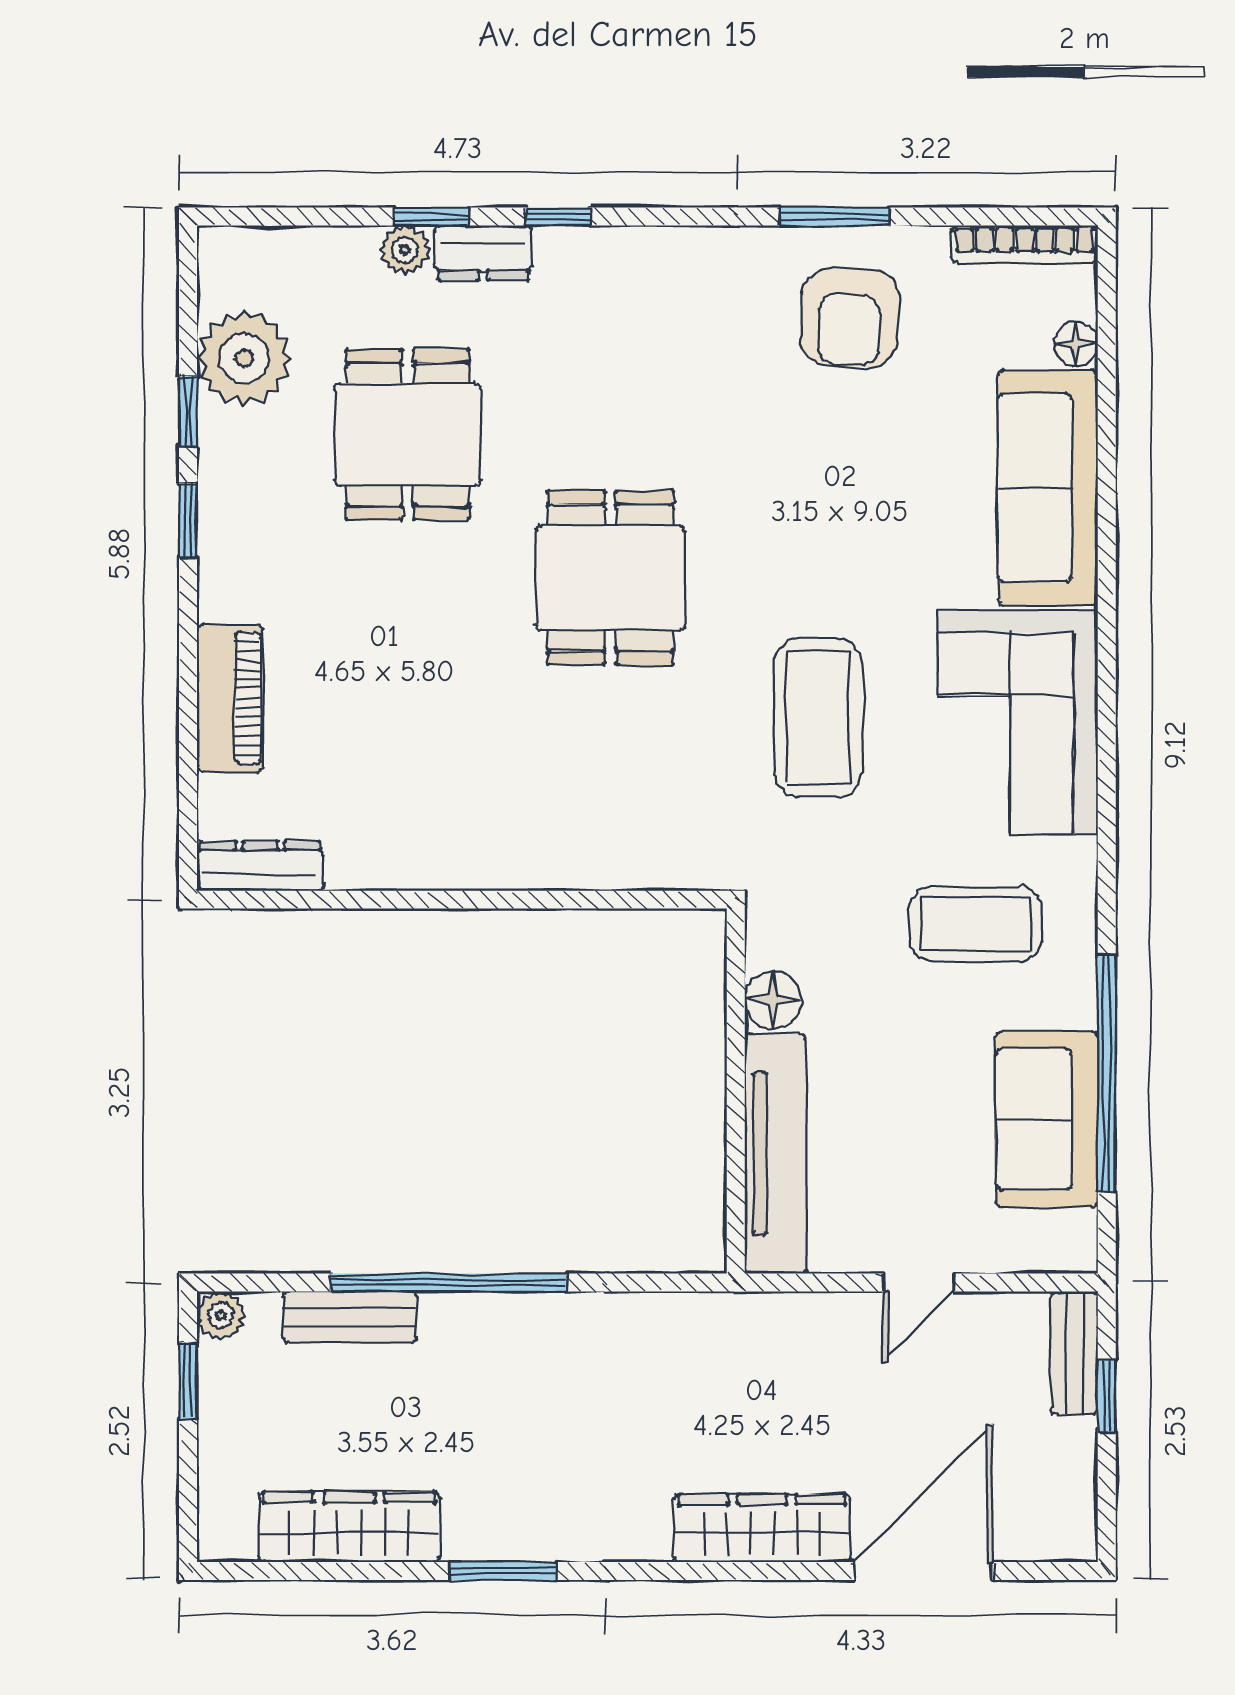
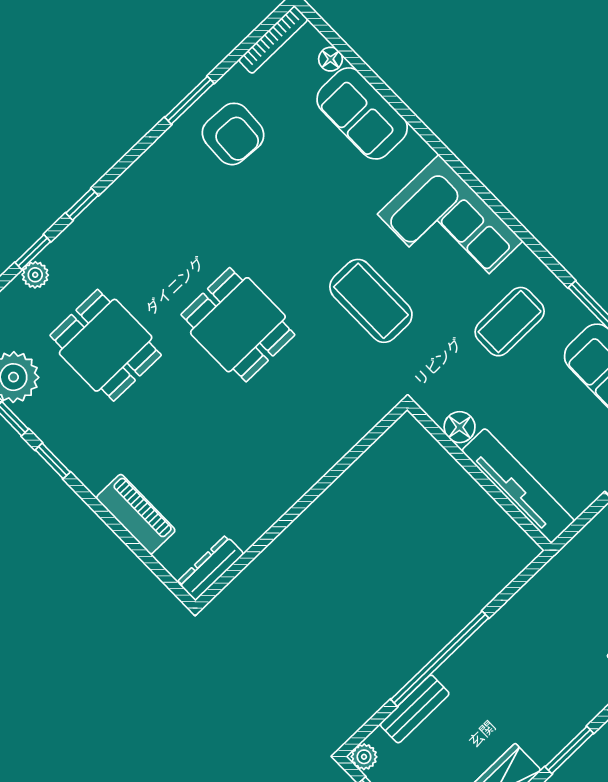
dresser: (483, 253) -> (67, 247), removed
sofa: (1048, 488) -> (362, 113), width x0.73

